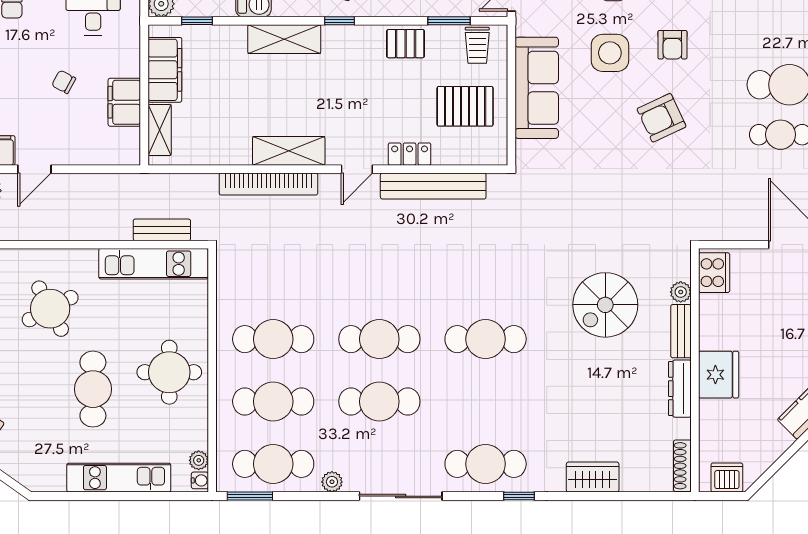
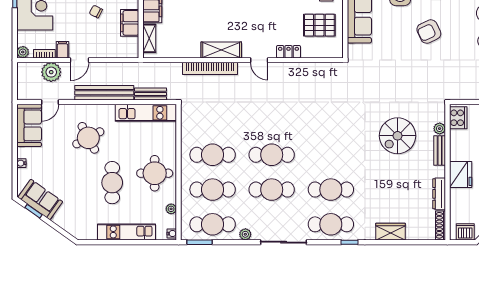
door: (357, 169) -> (259, 60), hinge flipped
bench: (433, 186) -> (104, 93), moved
cafe table: (486, 339) -> (331, 190), moved
dresser: (680, 389) -> (439, 194), moved
plant: (199, 460) -> (171, 209), moved

